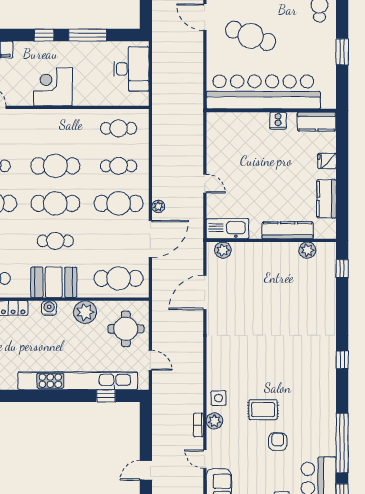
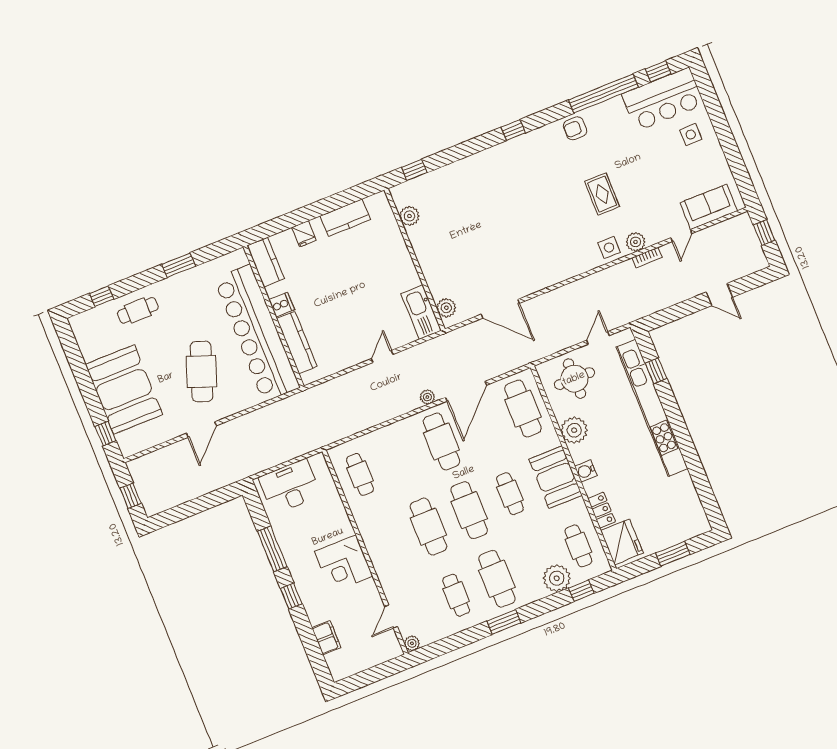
cafe table: (119, 166) -> (401, 458), removed
kitchen counter: (288, 230) -> (297, 343), moved, turned 180
door: (150, 239) -> (466, 391), swing flipped
armchair: (278, 442) -> (575, 128), moved

